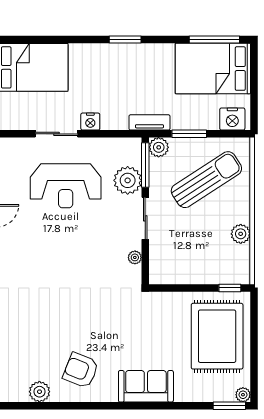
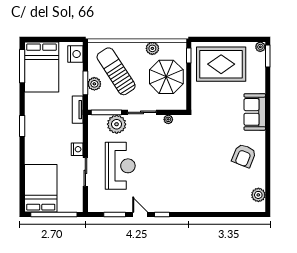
plant: (159, 147) -> (94, 84), moved
parasol: (198, 254) -> (166, 77), added
plant: (39, 392) -> (258, 195), moved

